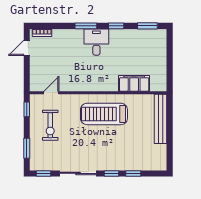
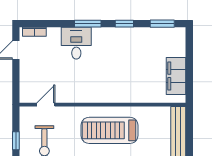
desk: (96, 42) -> (76, 43), moved
filing cabinet: (134, 83) -> (176, 76), moved, turned -90
window: (27, 109) -> (16, 141), moved

